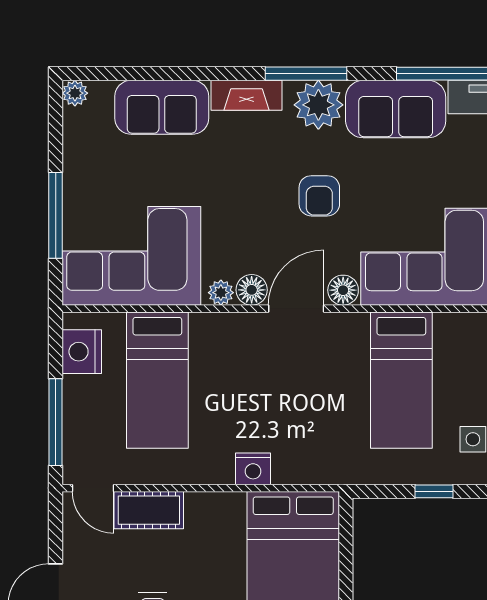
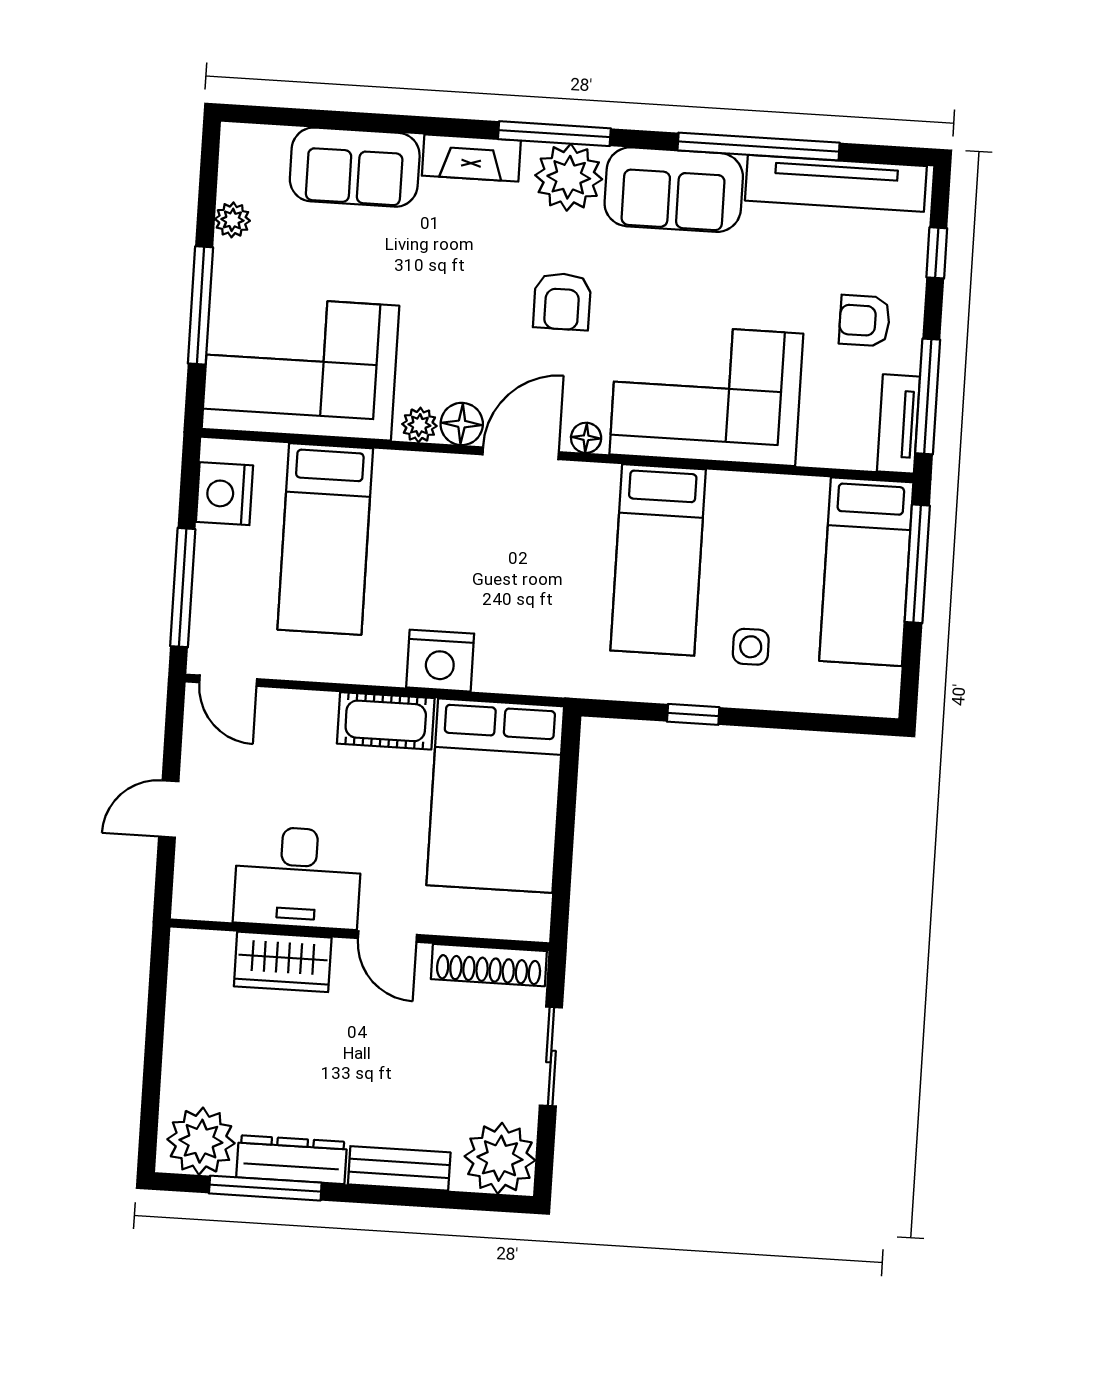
plant: (75, 93) -> (232, 220), moved
floor lamp: (343, 290) -> (586, 438), width x0.73, depth x0.73
nightstand: (253, 469) -> (440, 661), width x1.36, depth x1.33
cot: (149, 510) -> (386, 721), moved

